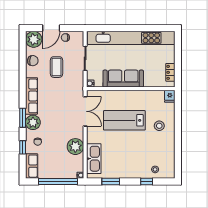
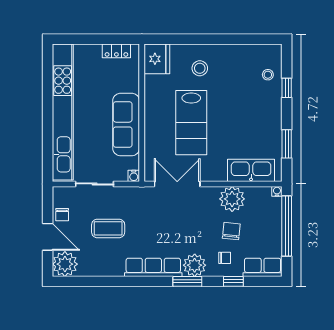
chair: (33, 61) -> (231, 231), moved
fridge: (170, 96) -> (157, 59), width x1.88, depth x1.34

